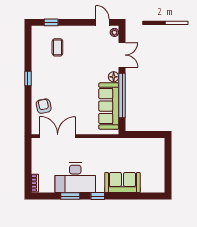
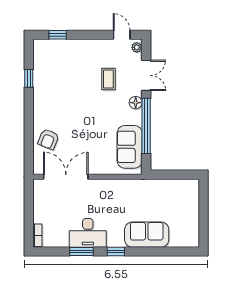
coffee table: (57, 47) -> (108, 79), moved
window: (28, 78) -> (29, 78), moved
armchair: (44, 106) -> (48, 139), turned -146
sofa: (109, 106) -> (130, 147), width x0.73
desk: (75, 178) -> (88, 233), width x0.73, depth x0.77

